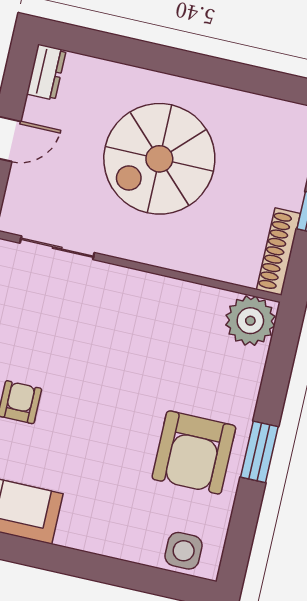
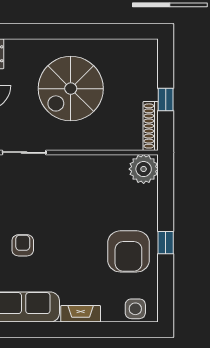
window: (259, 452) -> (166, 243), width x0.67
fireplace: (90, 538) -> (81, 314), added

